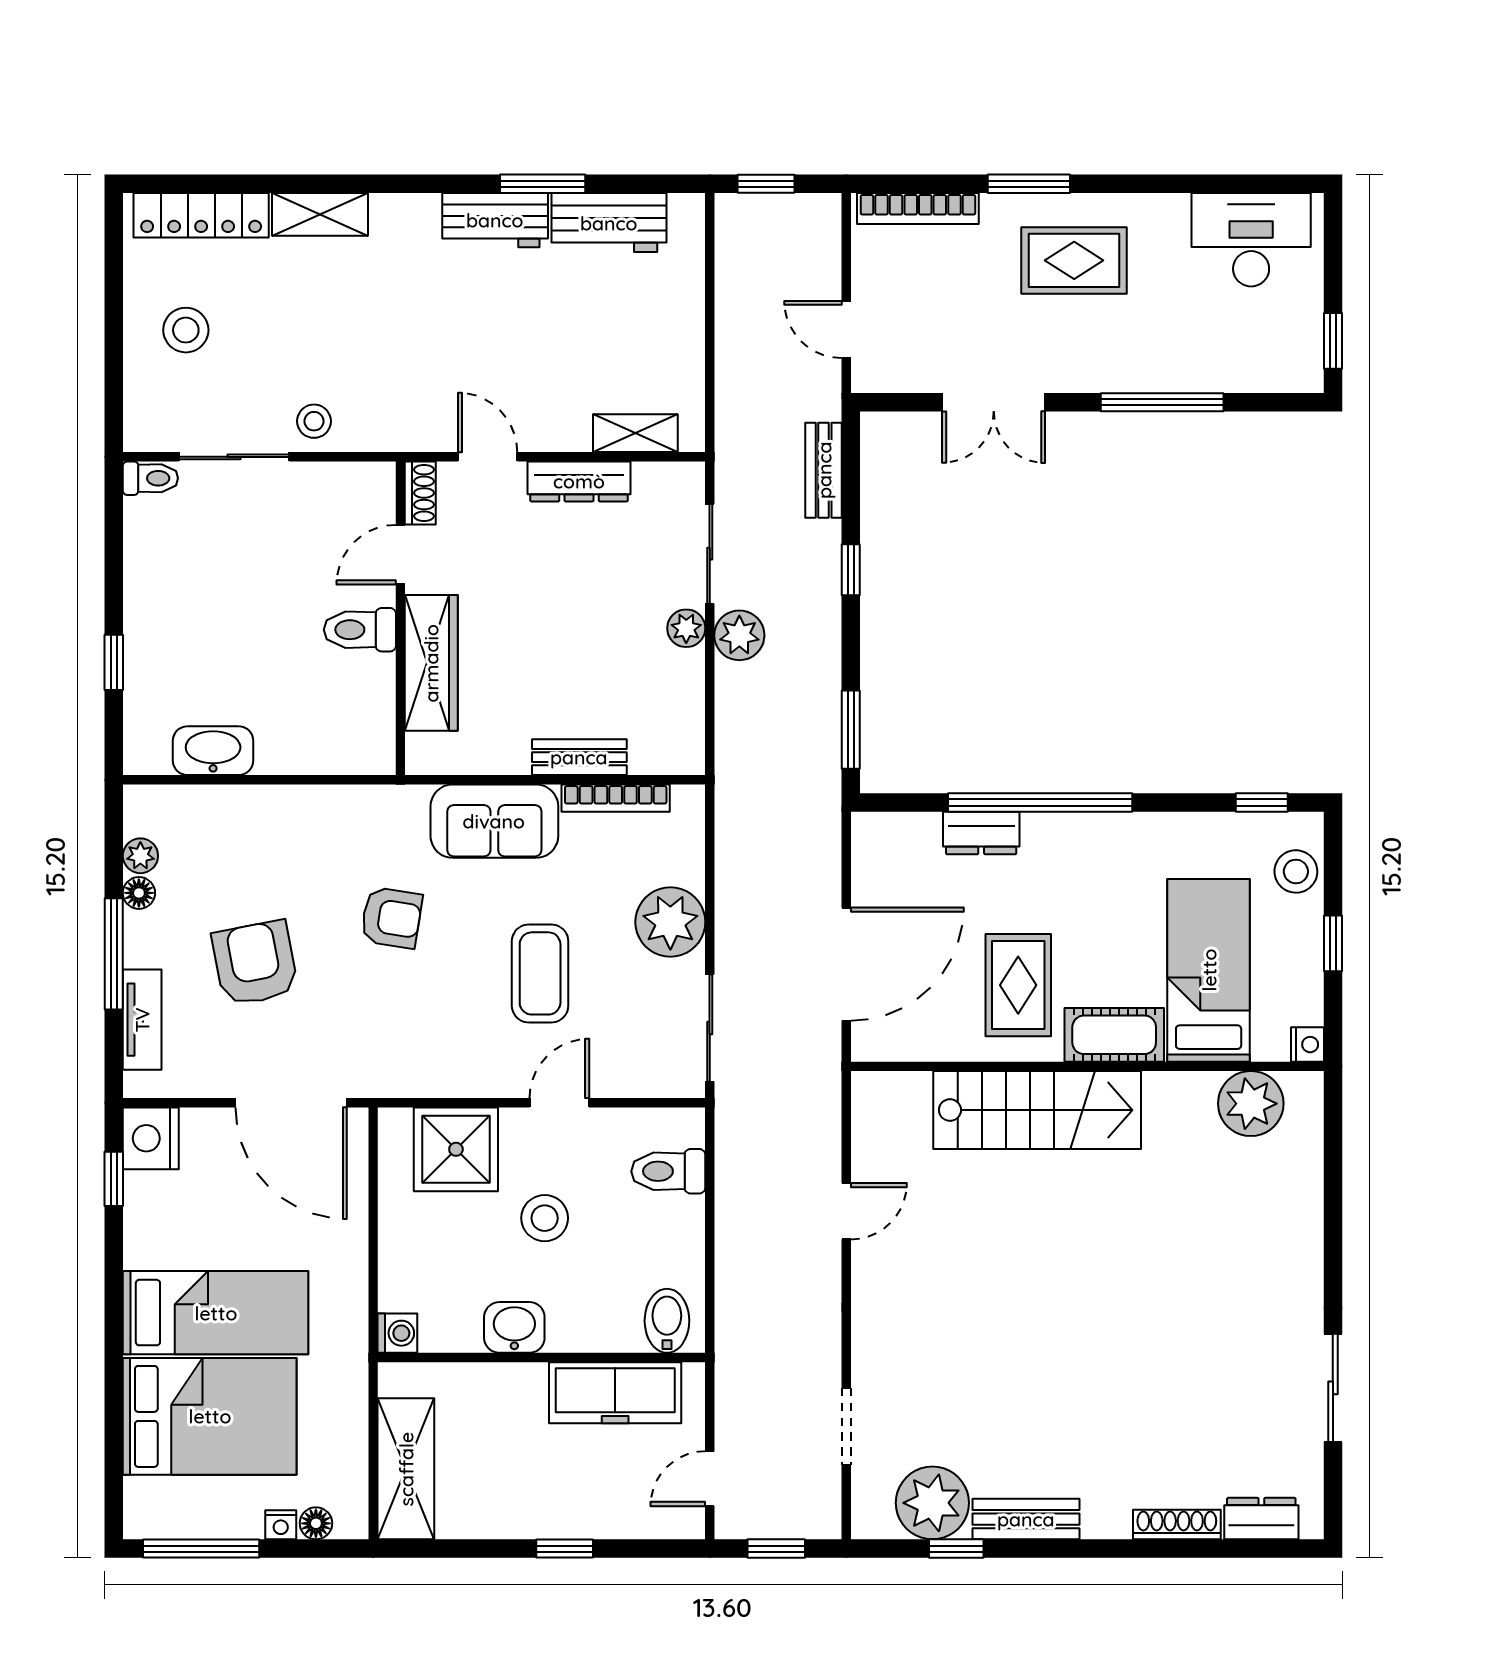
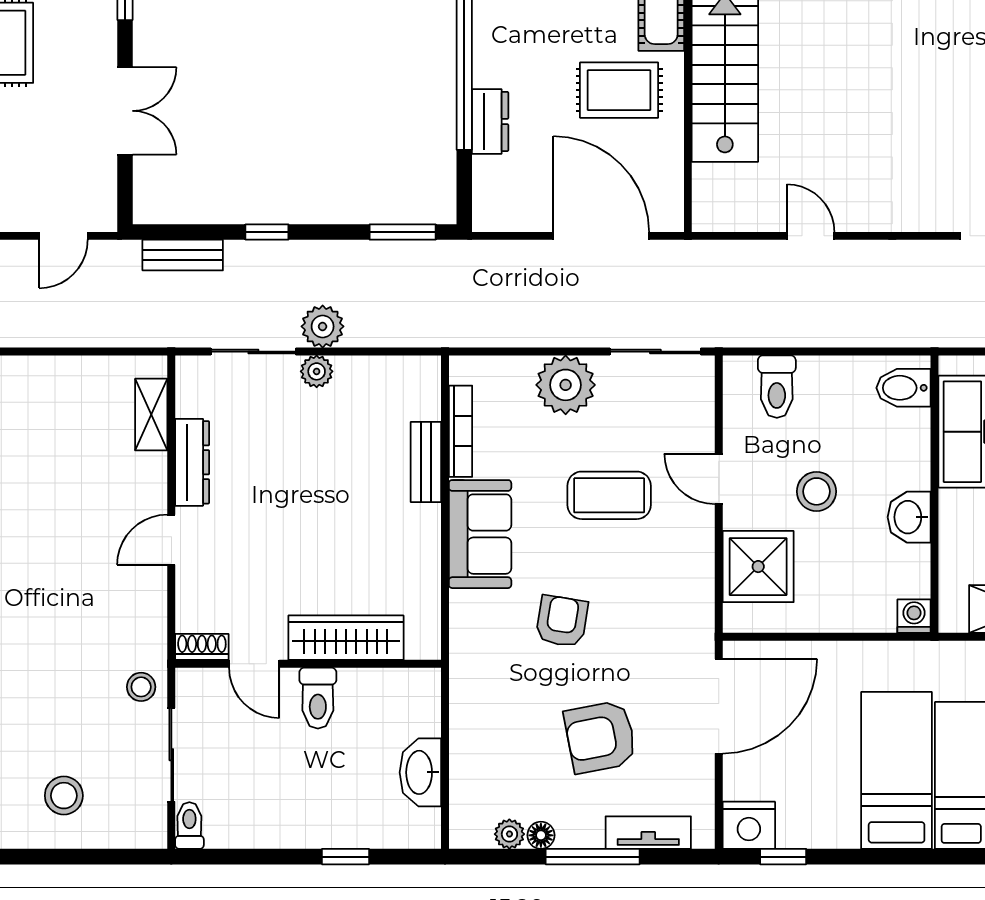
shoe rack: (420, 493) -> (202, 647), moved
door: (400, 555) -> (254, 664), moved
wall: (400, 618) -> (308, 664), moved
toilet: (360, 630) -> (318, 698), moved
wardrobe: (431, 663) -> (346, 638), moved

